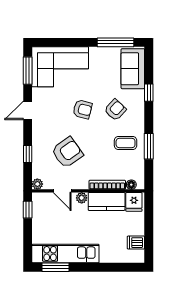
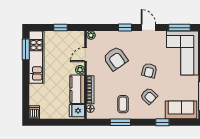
window: (28, 154) -> (125, 28), moved
window: (28, 210) -> (60, 28), moved
dishwasher: (136, 243) -> (34, 112), moved

